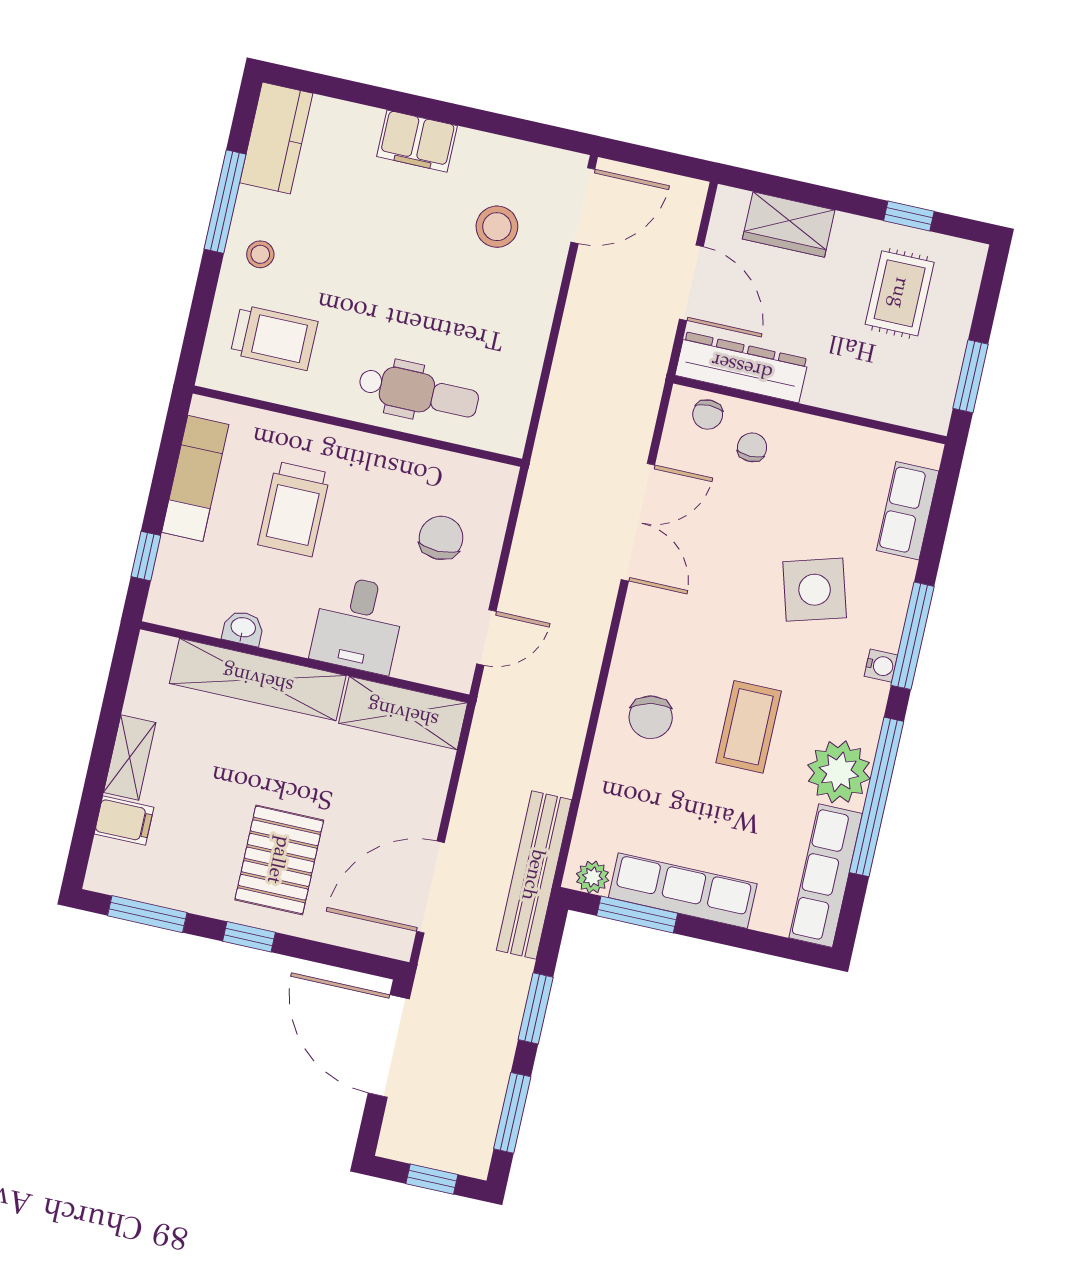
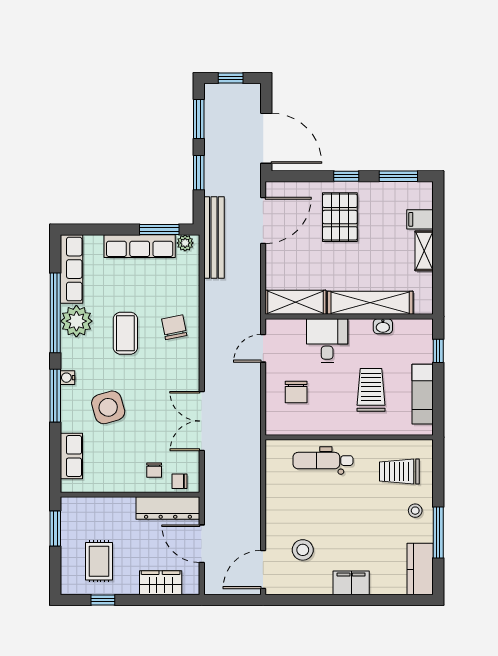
chair: (708, 415) -> (179, 481), turned -90

